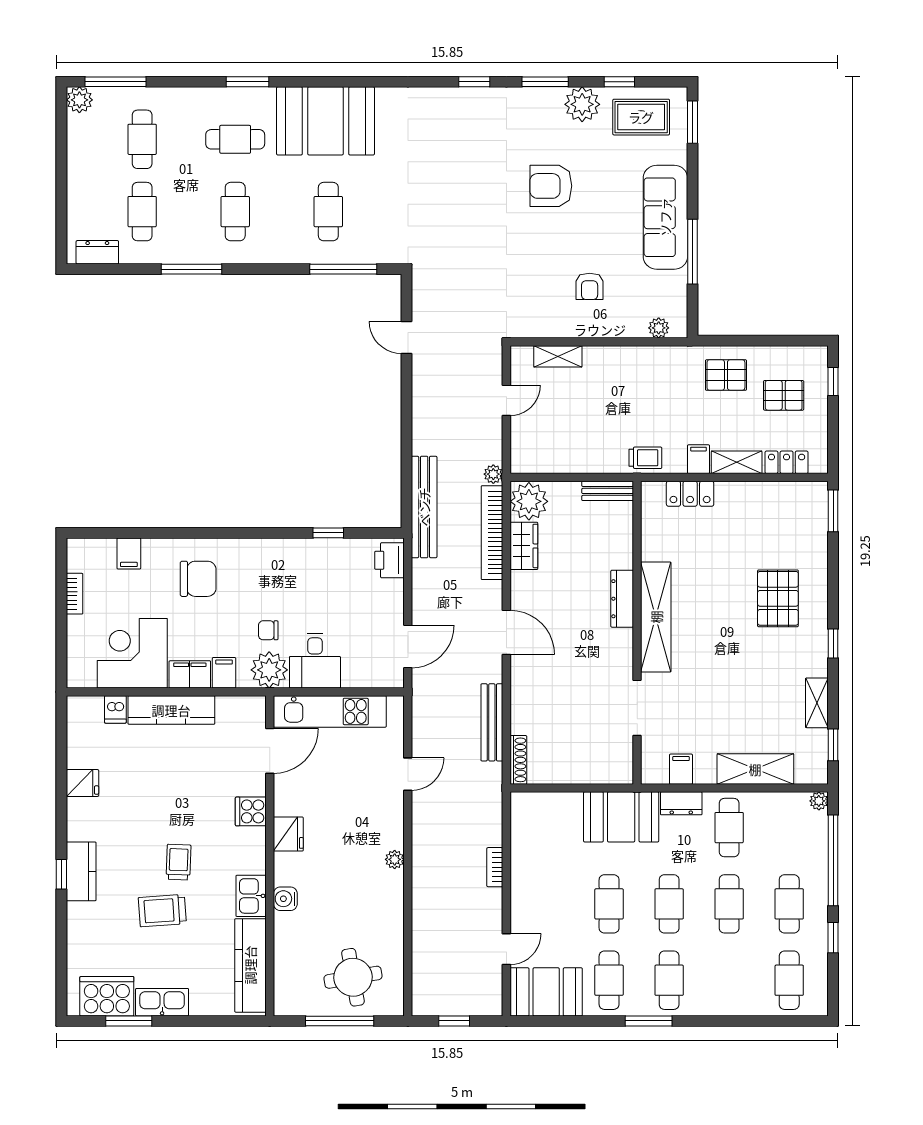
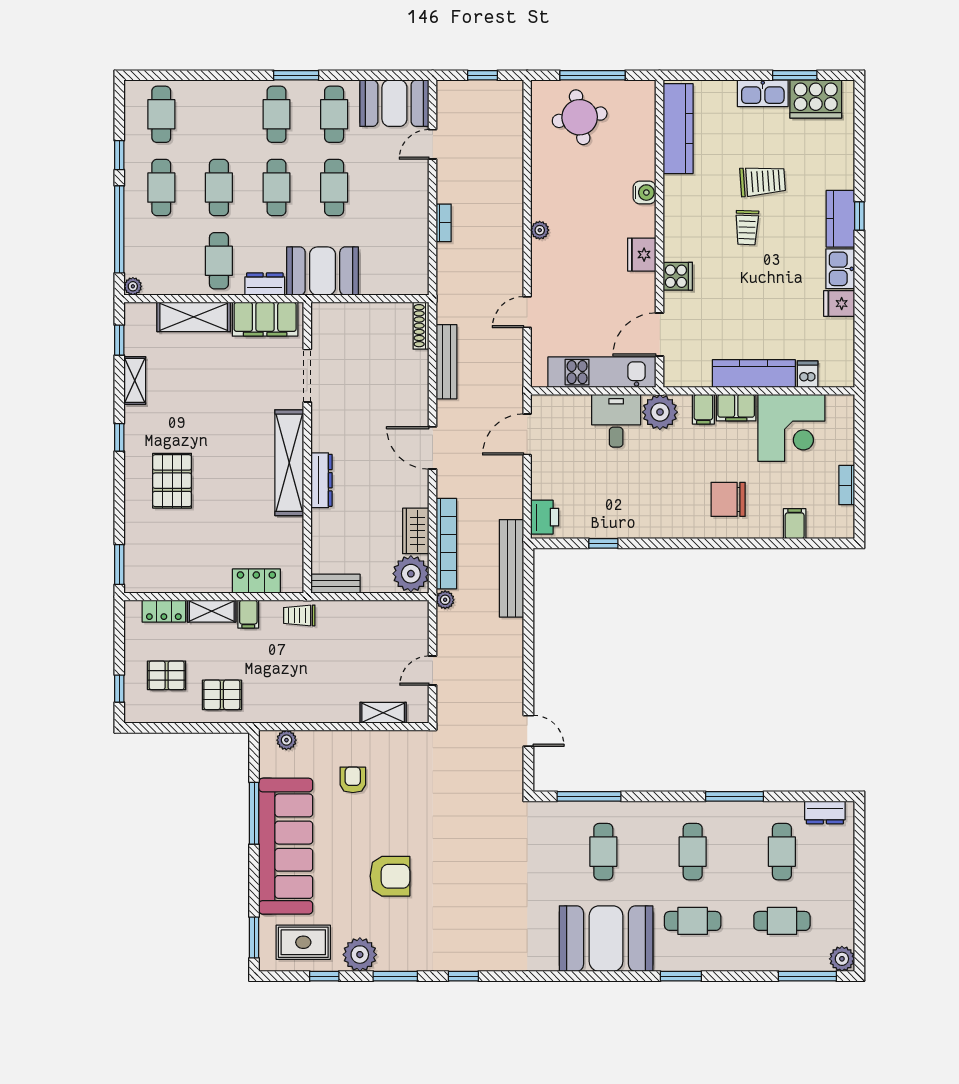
cafe table: (142, 139) -> (782, 921), turned 90
sofa: (665, 217) -> (286, 846), width x1.36, depth x1.27
chair: (268, 630) -> (661, 450), removed
filing cabinet: (681, 769) -> (265, 319), width x3.00, depth x1.17
kitchen sink: (251, 896) -> (840, 269), moved, turned 180

